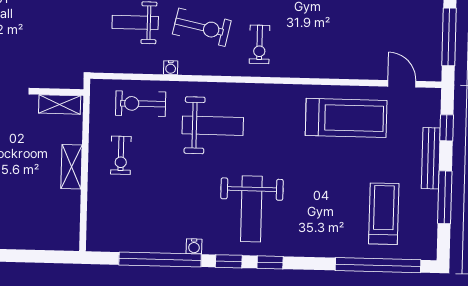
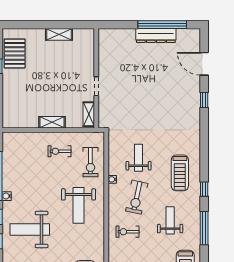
exercise bike: (141, 104) -> (90, 162), turned 180

